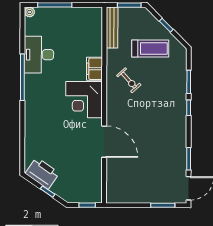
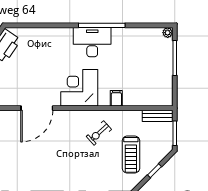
bench: (112, 28) -> (158, 116), width x0.73
desk: (39, 55) -> (92, 42), moved
filing cabinet: (95, 69) -> (116, 98), width x0.50

